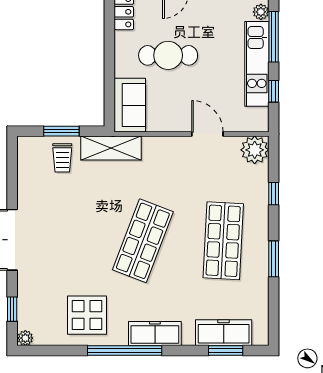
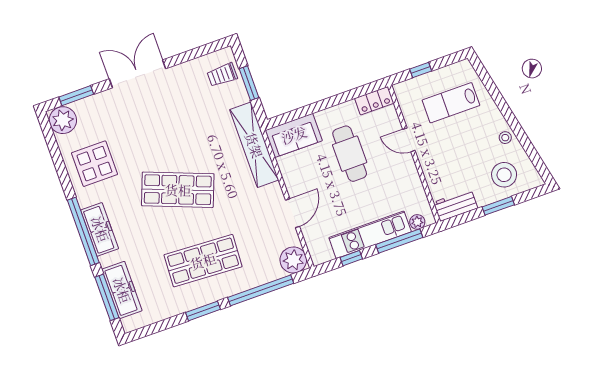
shelving: (111, 148) -> (254, 145), width x1.47
trolley: (62, 158) -> (222, 75), moved
window: (274, 194) -> (261, 290), width x3.17
window: (12, 309) -> (76, 96), width x1.50
plant: (25, 338) -> (63, 120), width x1.87, depth x1.87
window: (125, 351) -> (83, 231), moved
window: (226, 351) -> (107, 297), width x1.44

